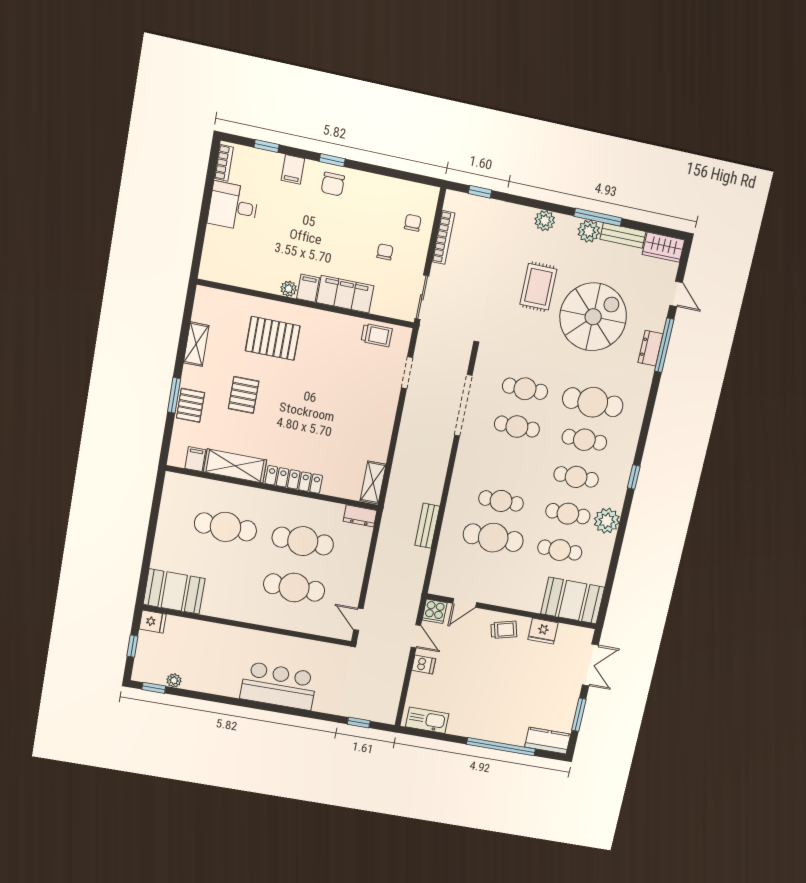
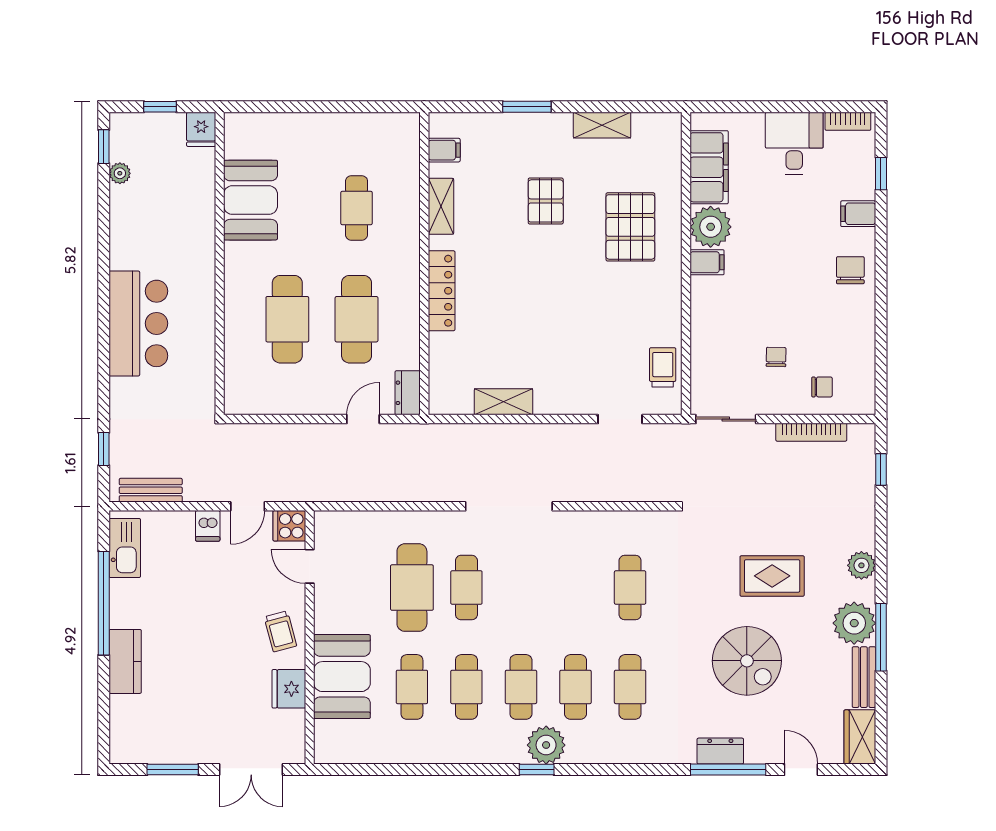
window: (332, 160) -> (881, 264), removed
chair: (333, 184) -> (850, 270), turned 90
plant: (589, 231) -> (854, 623), width x1.36, depth x1.36
chair: (385, 252) -> (776, 357), turned -89
plant: (289, 289) -> (711, 227), width x1.88, depth x1.88
filing cabinet: (345, 294) -> (709, 167), moved
door: (676, 294) -> (801, 769), swing flipped
spiral stairs: (593, 317) -> (747, 661), width x0.73, depth x0.73
trolley: (377, 335) -> (663, 367), turned 180
pallet: (244, 395) -> (546, 201), turned 90
cafe table: (593, 402) -> (630, 687), width x0.73, depth x0.74
pallet: (190, 405) -> (517, 131), removed
doorway: (463, 405) -> (509, 506), moved
cafe table: (517, 427) -> (576, 588), removed
shelving: (235, 466) -> (441, 206), width x0.67, depth x0.75
shelving: (373, 482) -> (504, 402), moved
plant: (607, 521) -> (546, 745), moved
bench: (427, 526) -> (151, 490), moved
cafe table: (225, 527) -> (357, 208), width x0.73, depth x0.74
booth: (174, 591) -> (251, 200), moved
booth: (573, 600) -> (342, 677), moved
door: (358, 619) -> (363, 419), moved
kitchen counter: (548, 741) -> (125, 661), moved
window: (501, 747) -> (104, 603), moved

